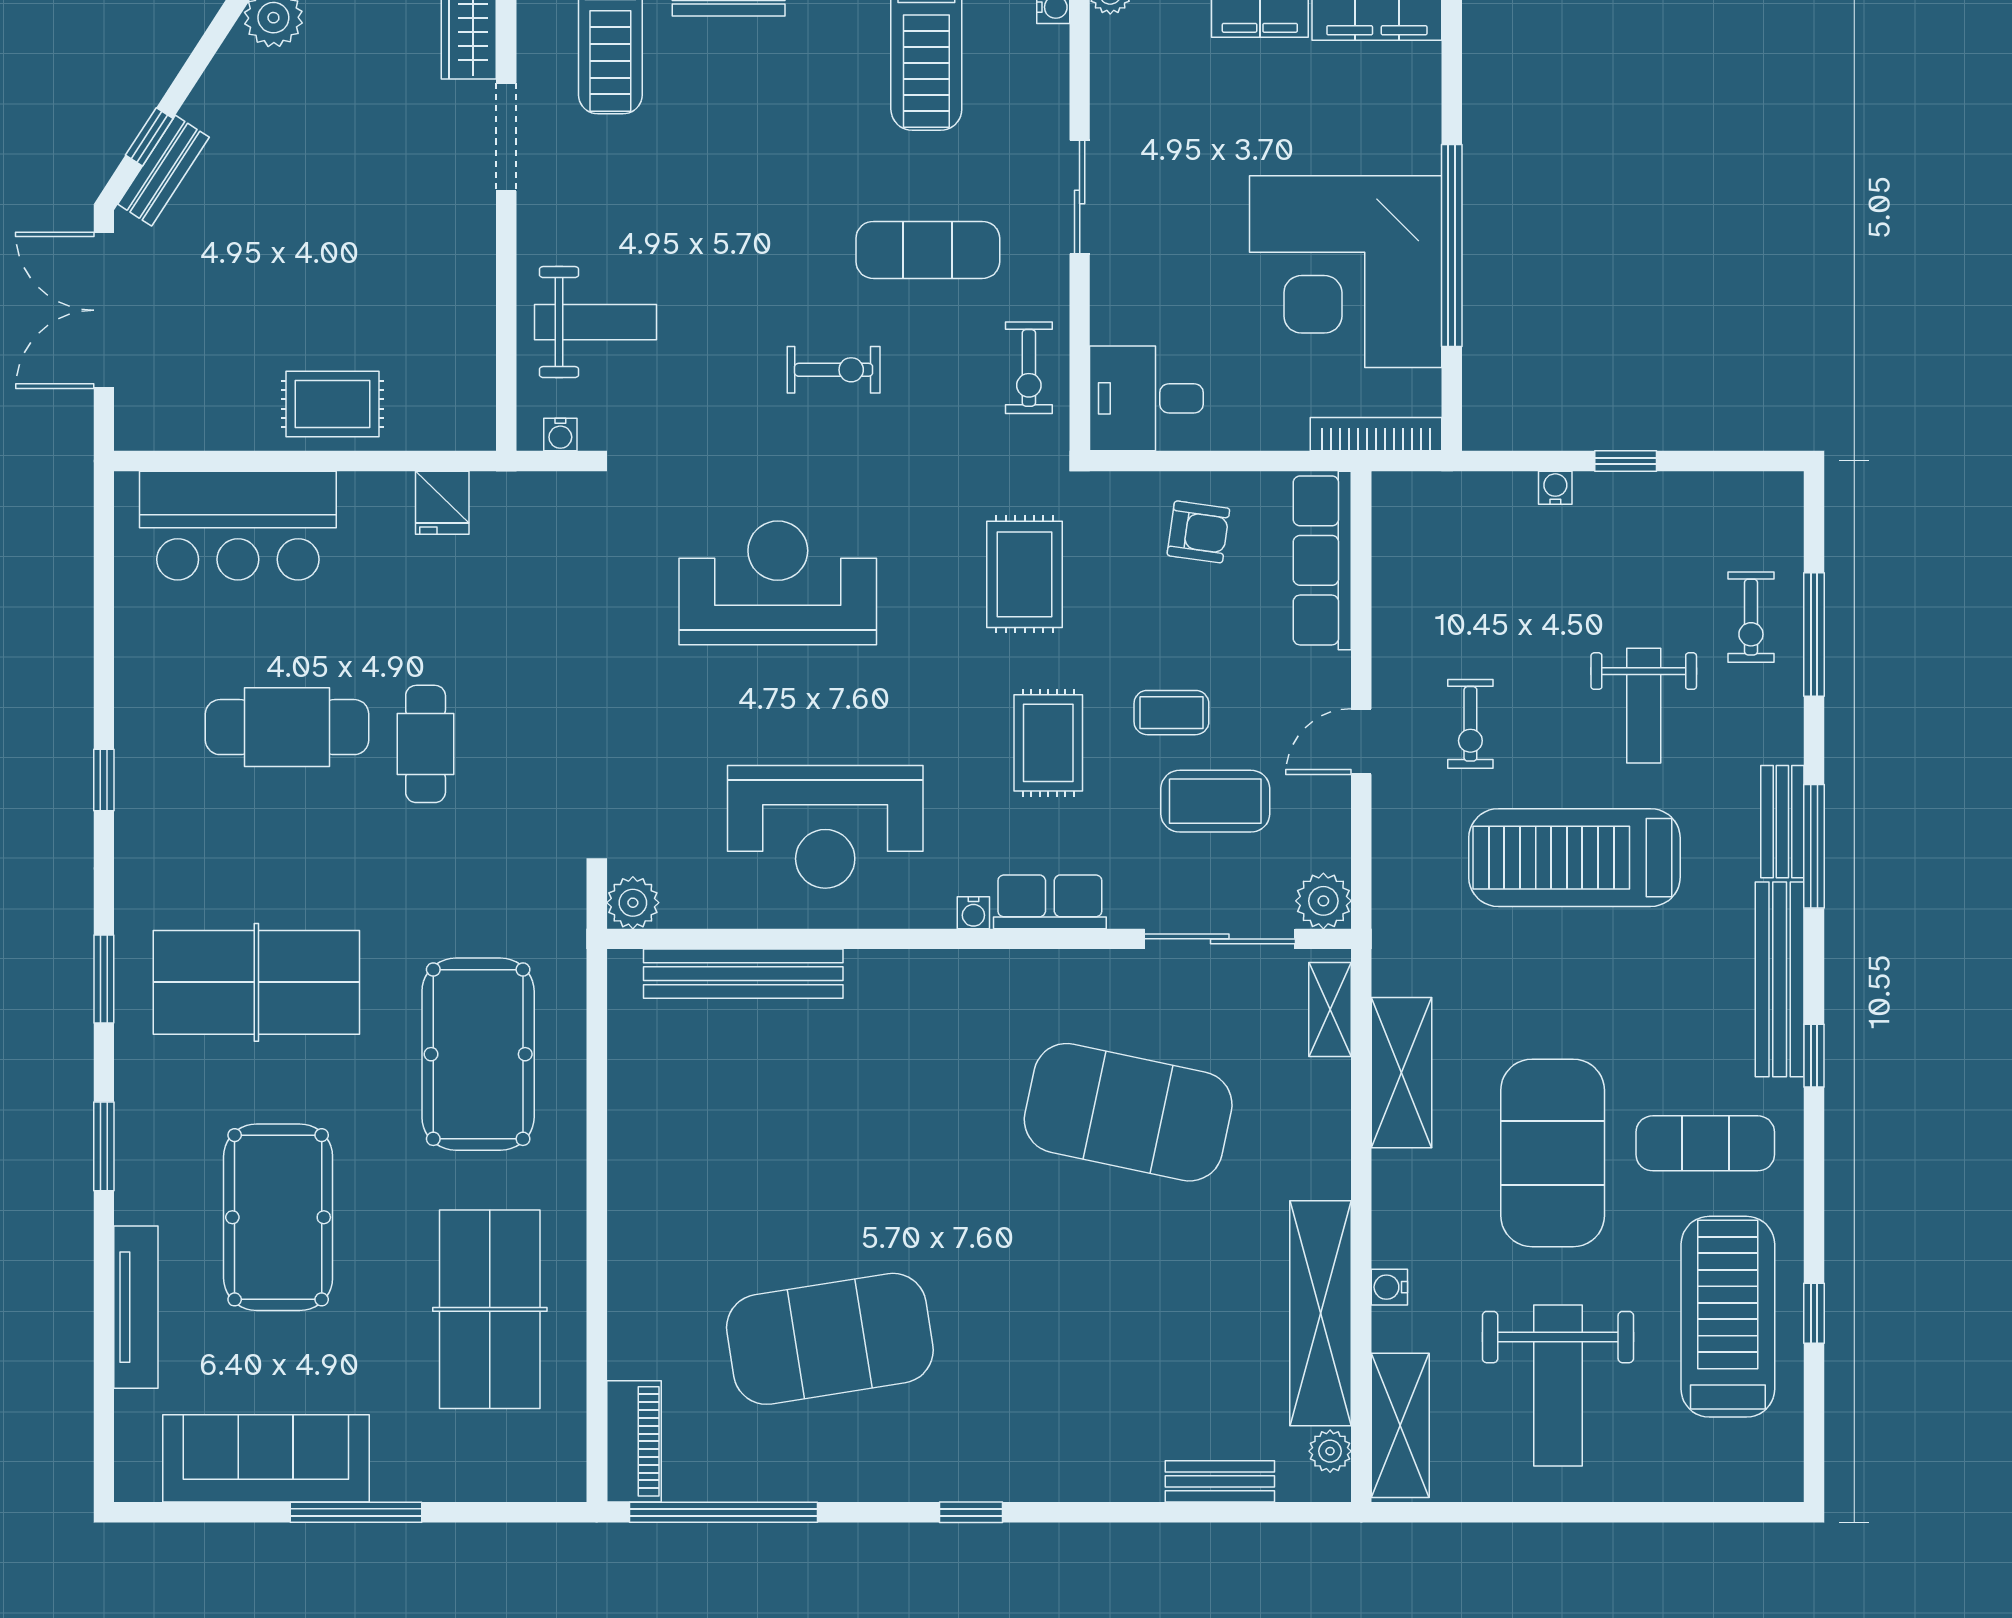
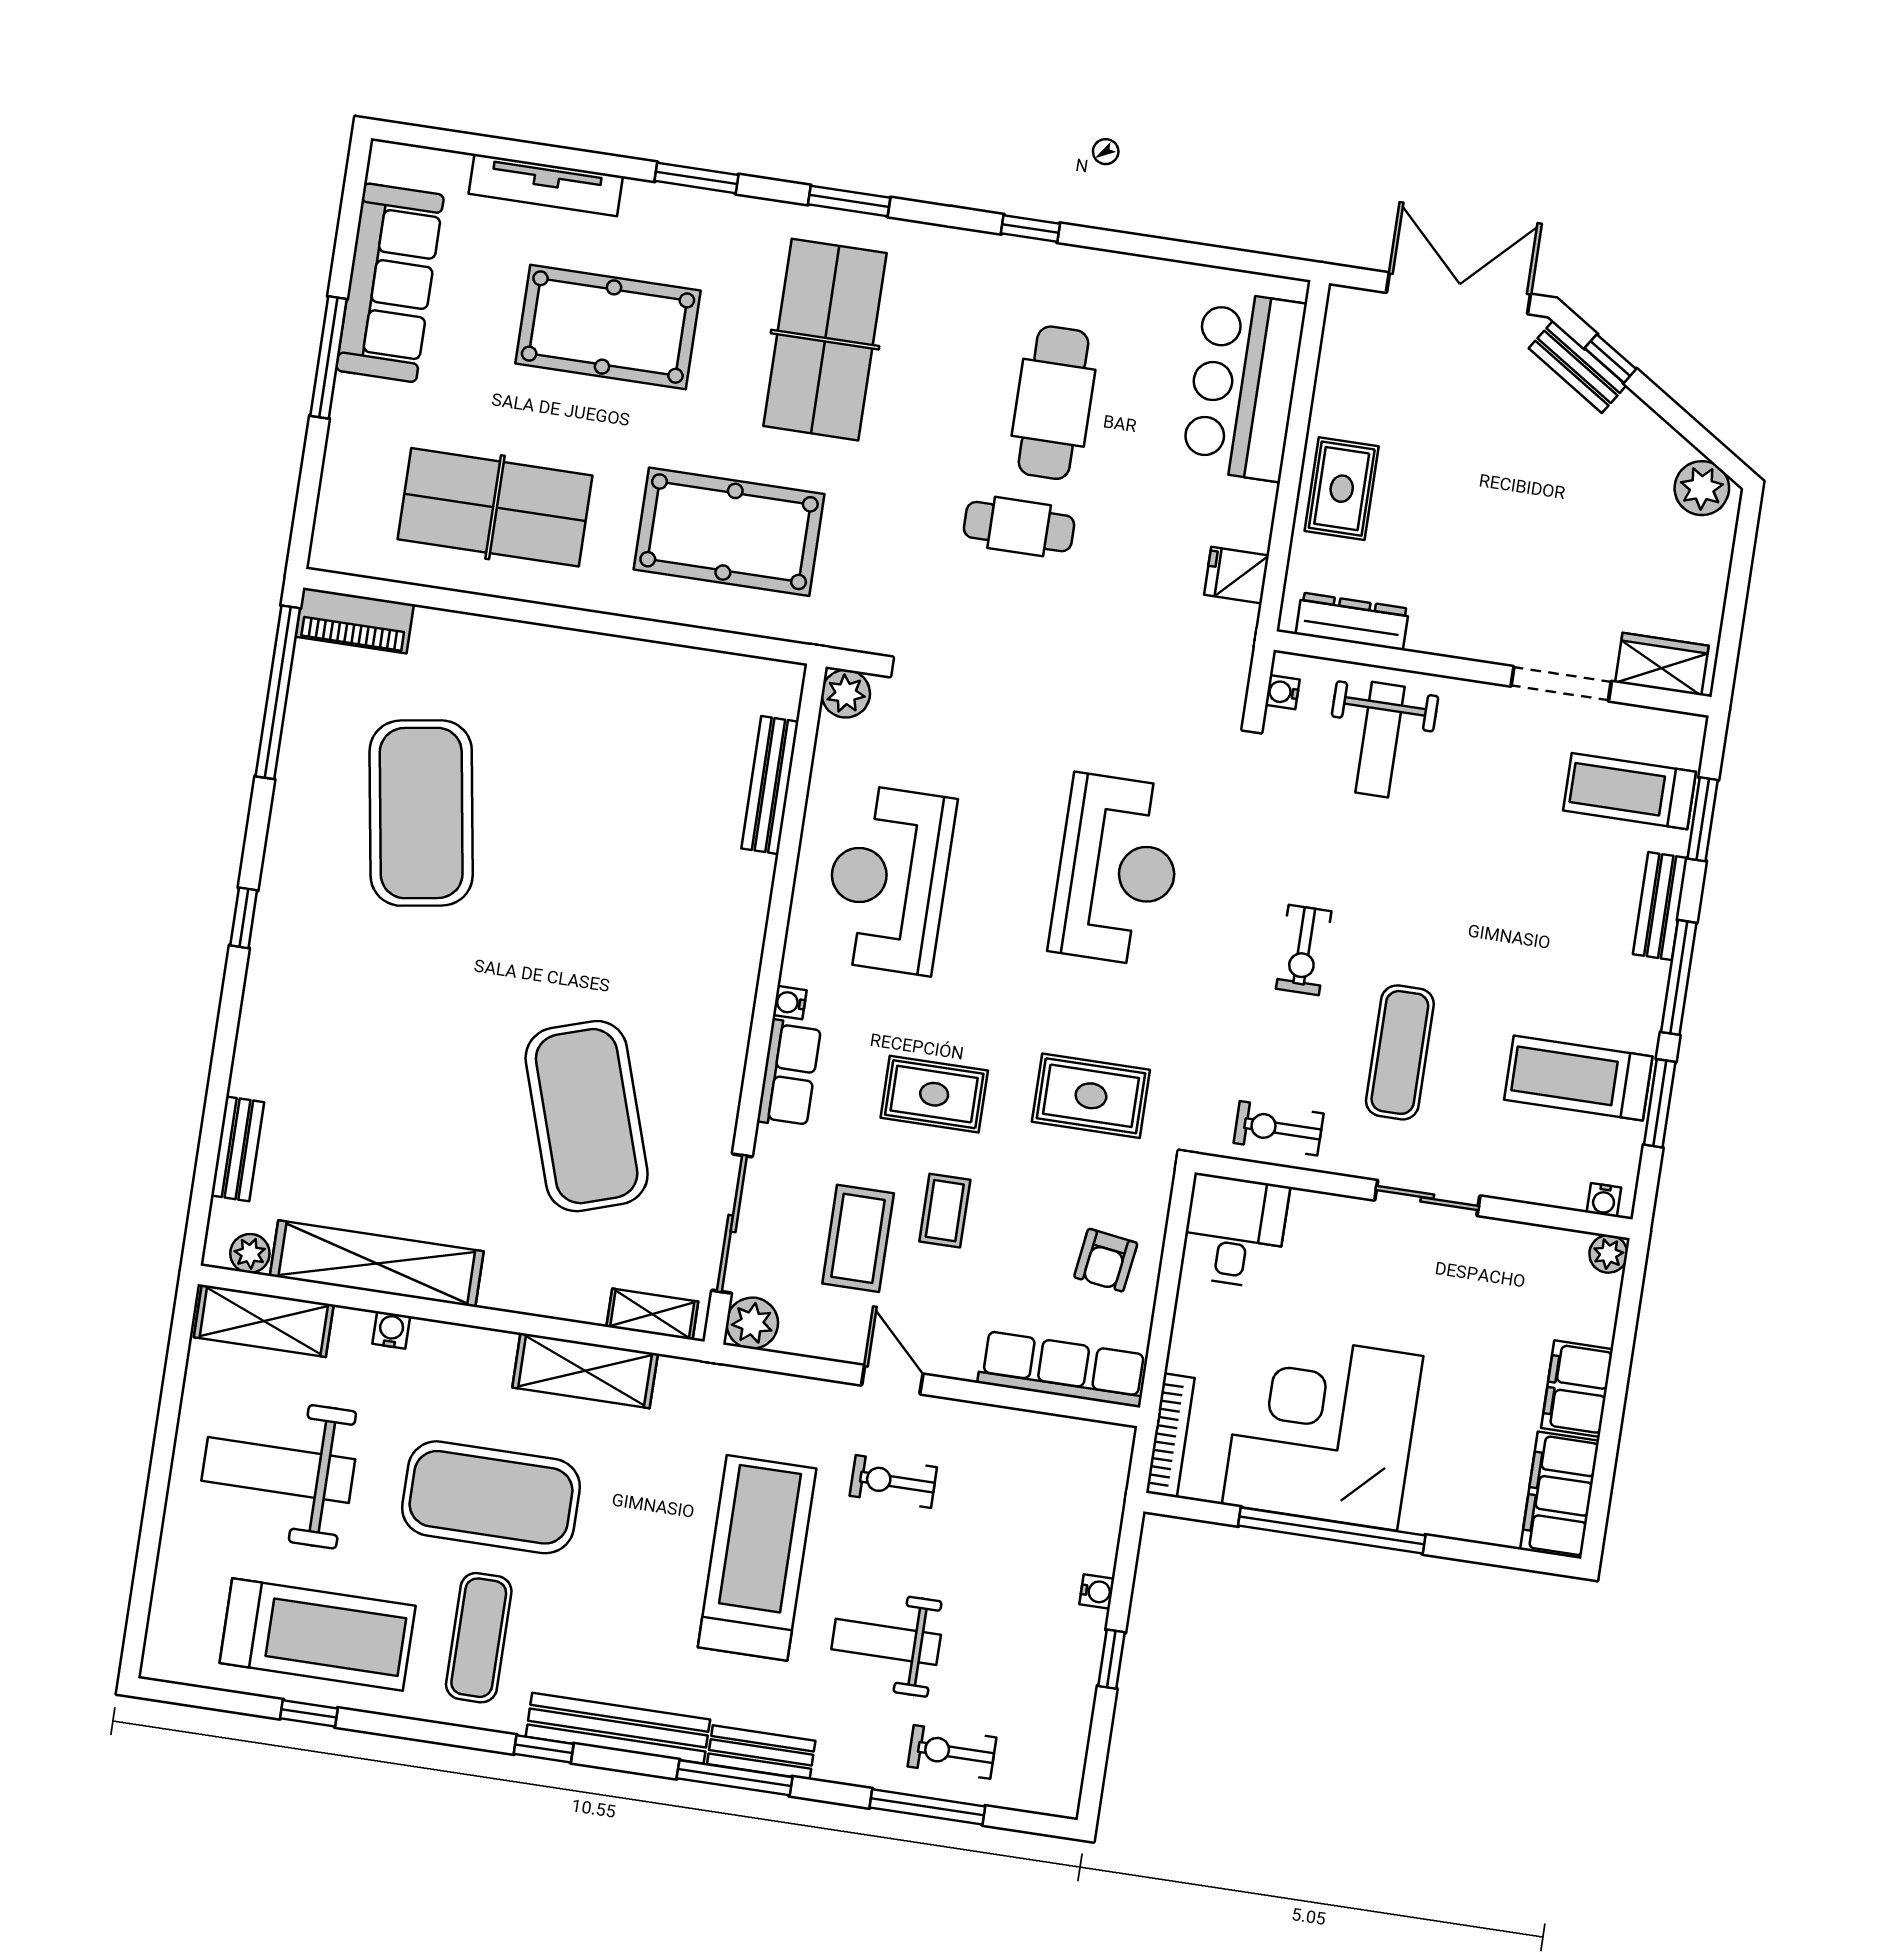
dresser: (473, 371) -> (1352, 621), added
bench: (743, 974) -> (770, 785), width x0.73, depth x0.82
exercise mat: (1128, 1112) -> (587, 1116), turned -30

